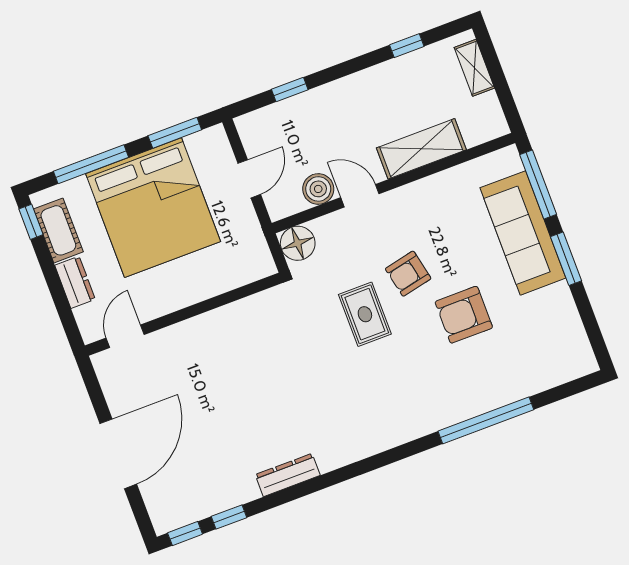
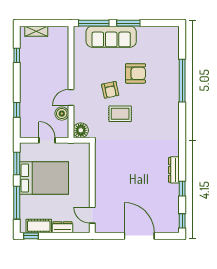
shelving: (421, 149) -> (61, 65), removed
bed: (153, 208) -> (44, 178), width x0.73
armchair: (464, 315) -> (136, 73), turned -90
window: (229, 517) -> (182, 189), moved

